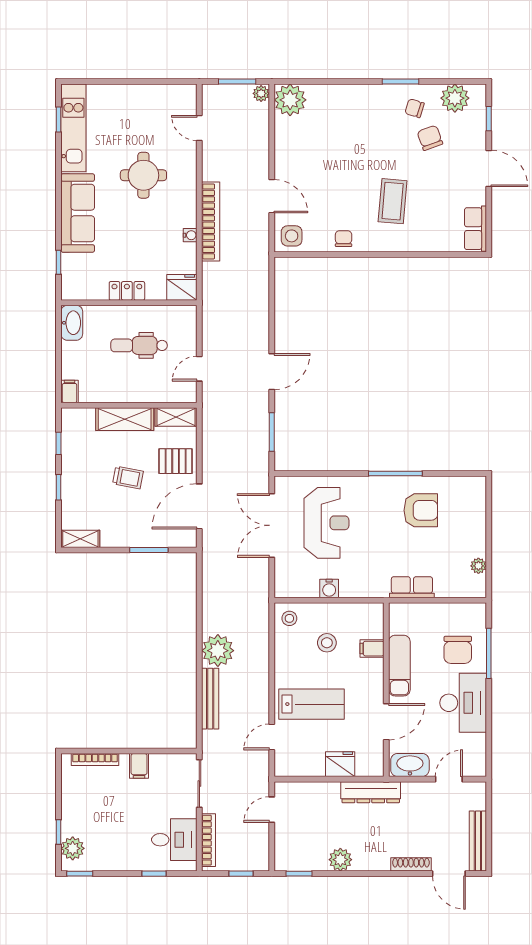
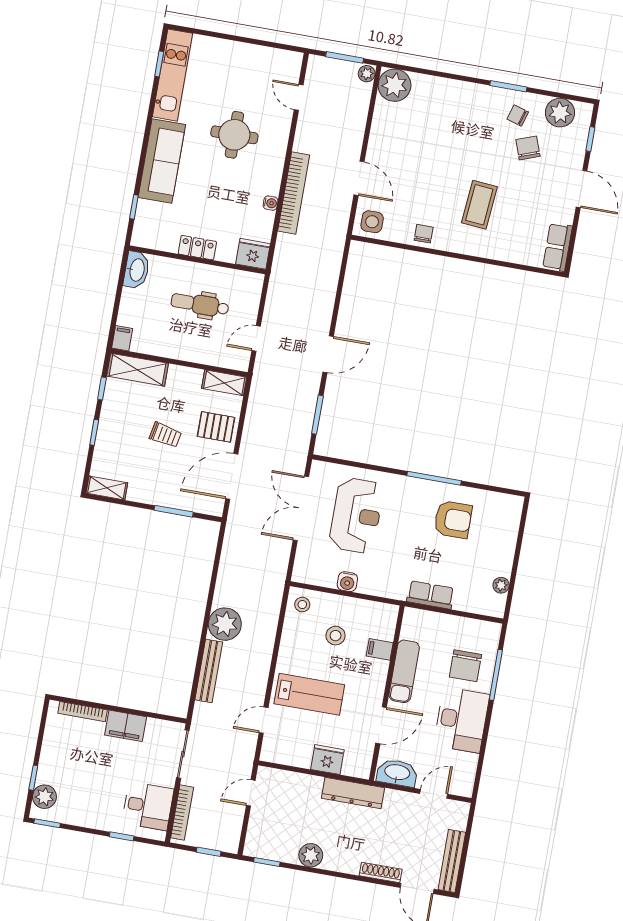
shelving: (125, 419) -> (138, 370), moved
filing cabinet: (139, 766) -> (126, 726), width x2.00

